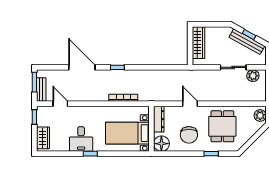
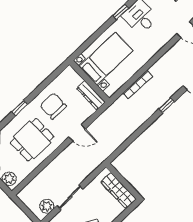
dining table: (222, 126) -> (32, 140), turned 90
floor lamp: (161, 144) -> (69, 77), removed

